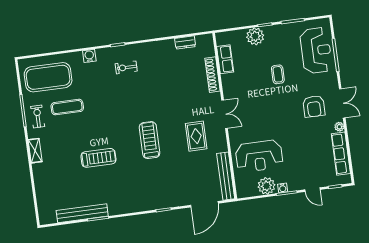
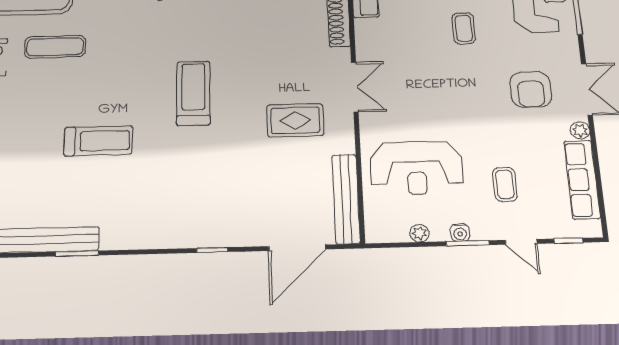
rug: (196, 136) -> (295, 120), turned 90
treadmill: (150, 140) -> (193, 93), moved
coffee table: (303, 160) -> (505, 184), added
plant: (266, 186) -> (419, 233), width x0.53, depth x0.53

